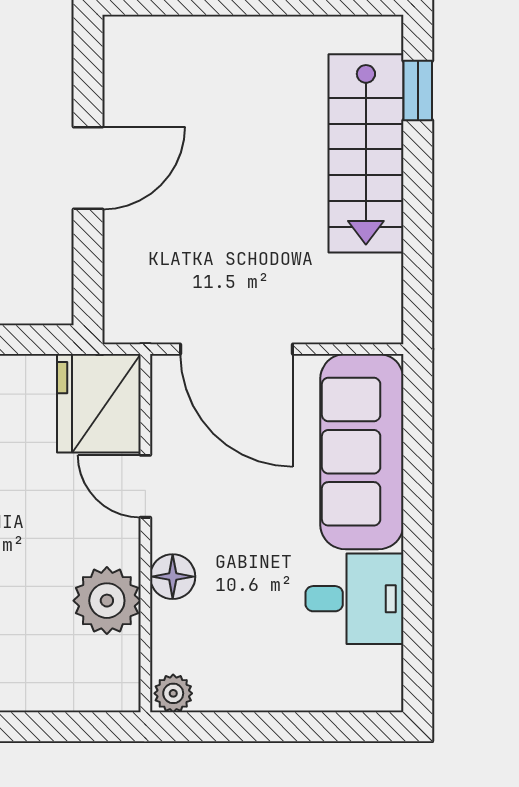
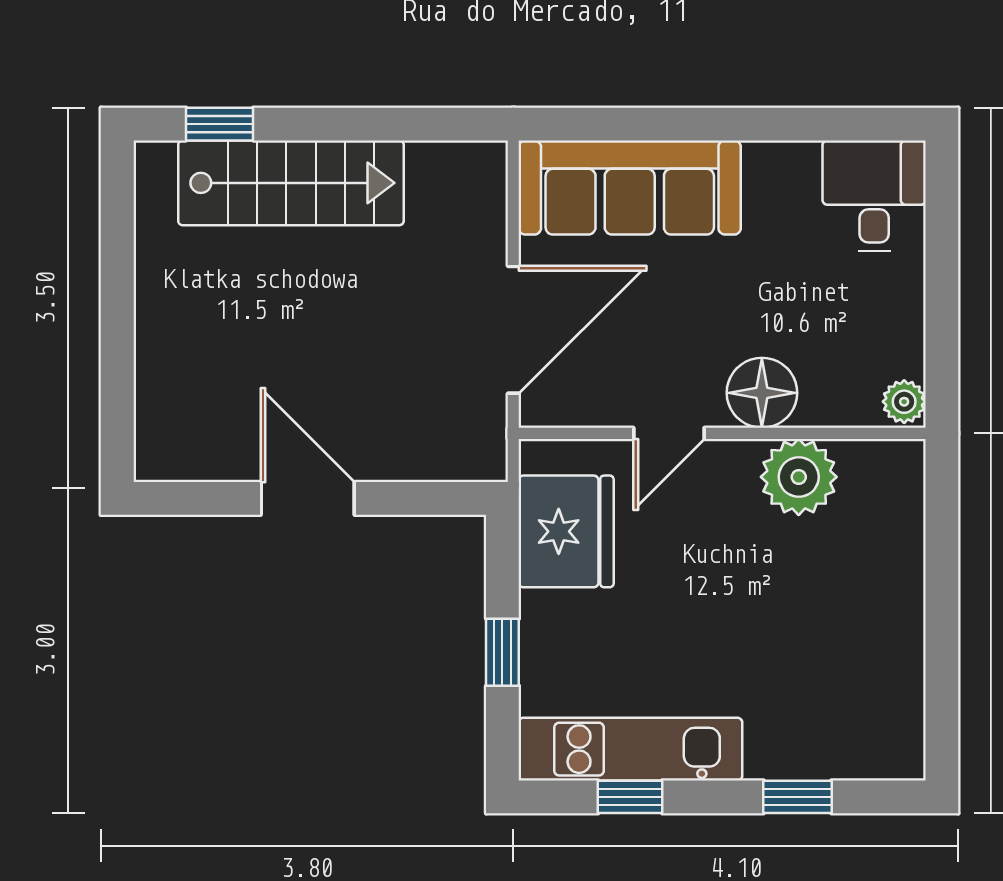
fridge: (99, 403) -> (566, 531), moved, turned -90
floor lamp: (173, 577) -> (762, 393), width x1.38, depth x1.38
desk: (354, 599) -> (874, 196), moved

